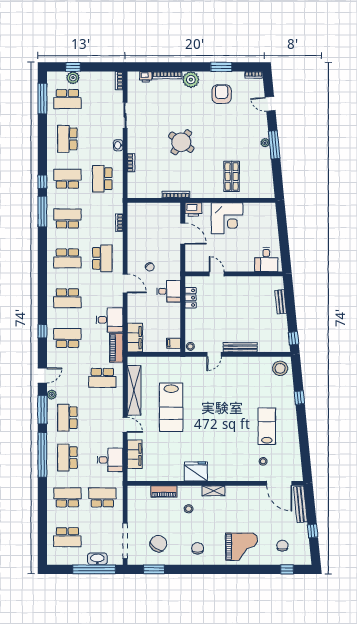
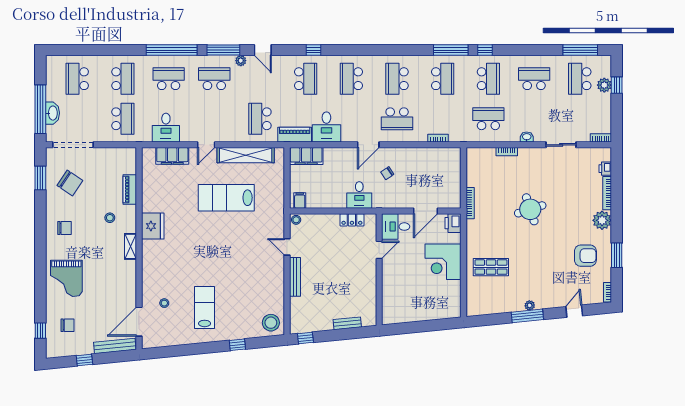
round table: (181, 142) -> (530, 209), turned 36
desk: (266, 260) -> (396, 227), moved
lab bench: (267, 426) -> (205, 307), turned -90

